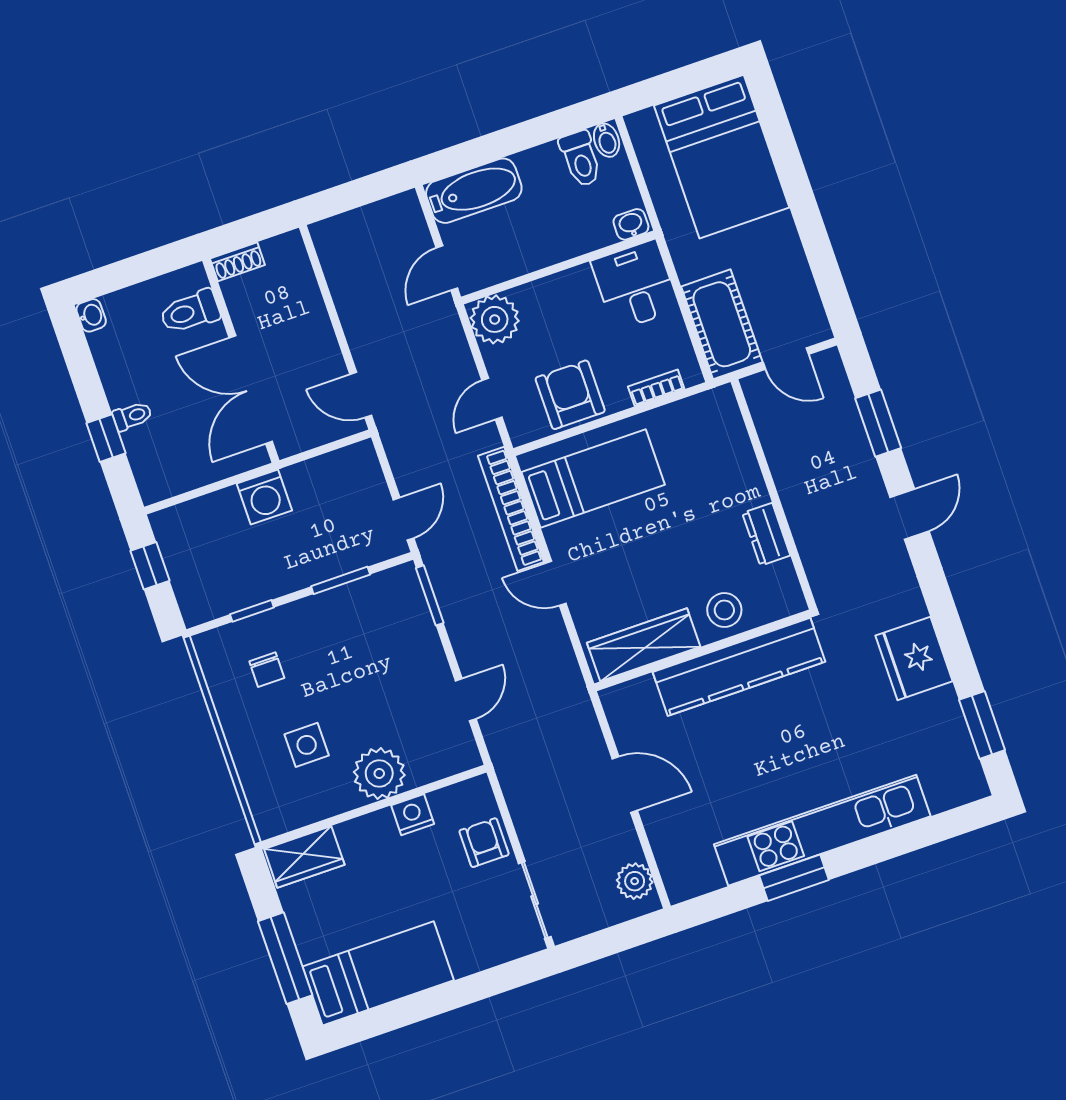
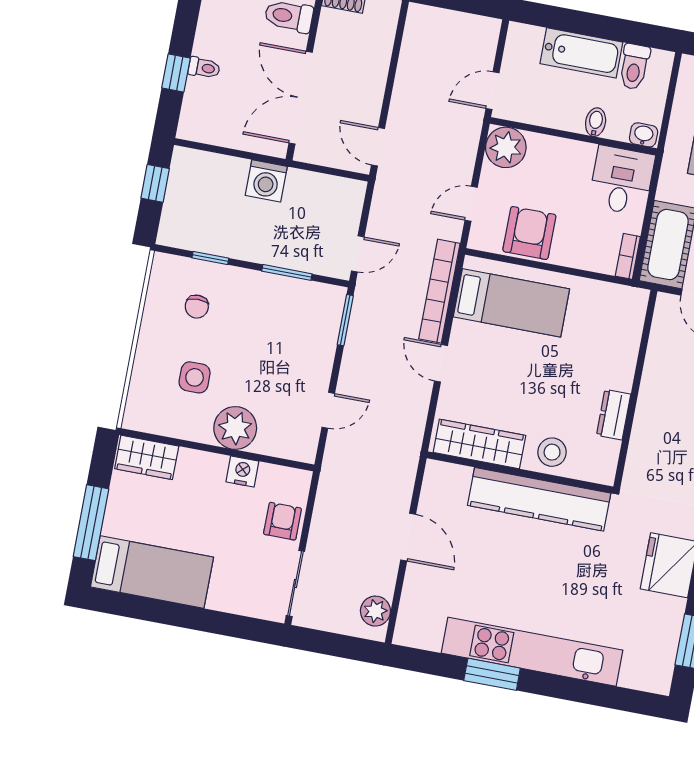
bidet: (607, 140) -> (596, 122), moved, turned 180
bathtub: (474, 191) -> (581, 53), moved
bookcase: (656, 388) -> (628, 256), moved, turned -90

